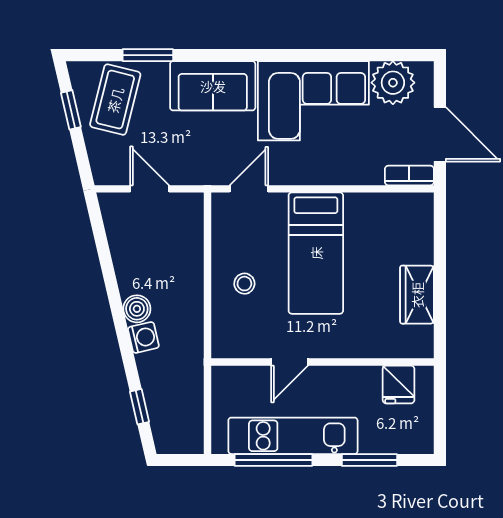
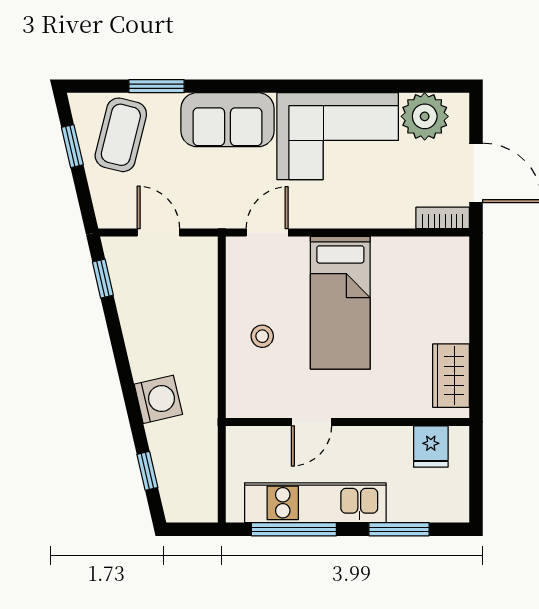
window: (99, 231) -> (103, 279), added
wardrobe: (417, 295) -> (451, 376), moved
boiler: (137, 309) -> (145, 364), removed
washing machine: (143, 337) -> (158, 399), width x1.38, depth x1.38

